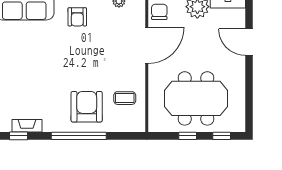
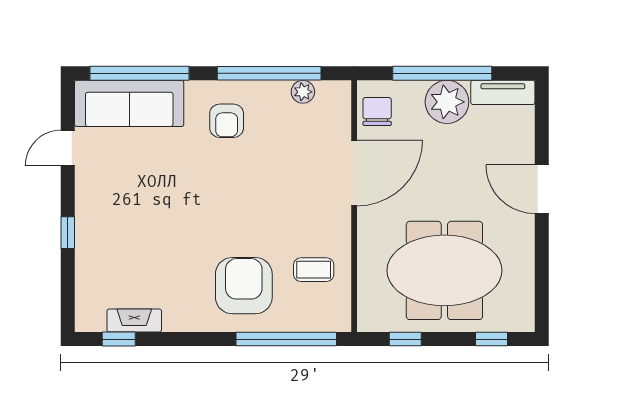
door: (249, 42) -> (542, 189), moved
window: (79, 136) -> (286, 339), moved
window: (188, 136) -> (405, 339), moved

